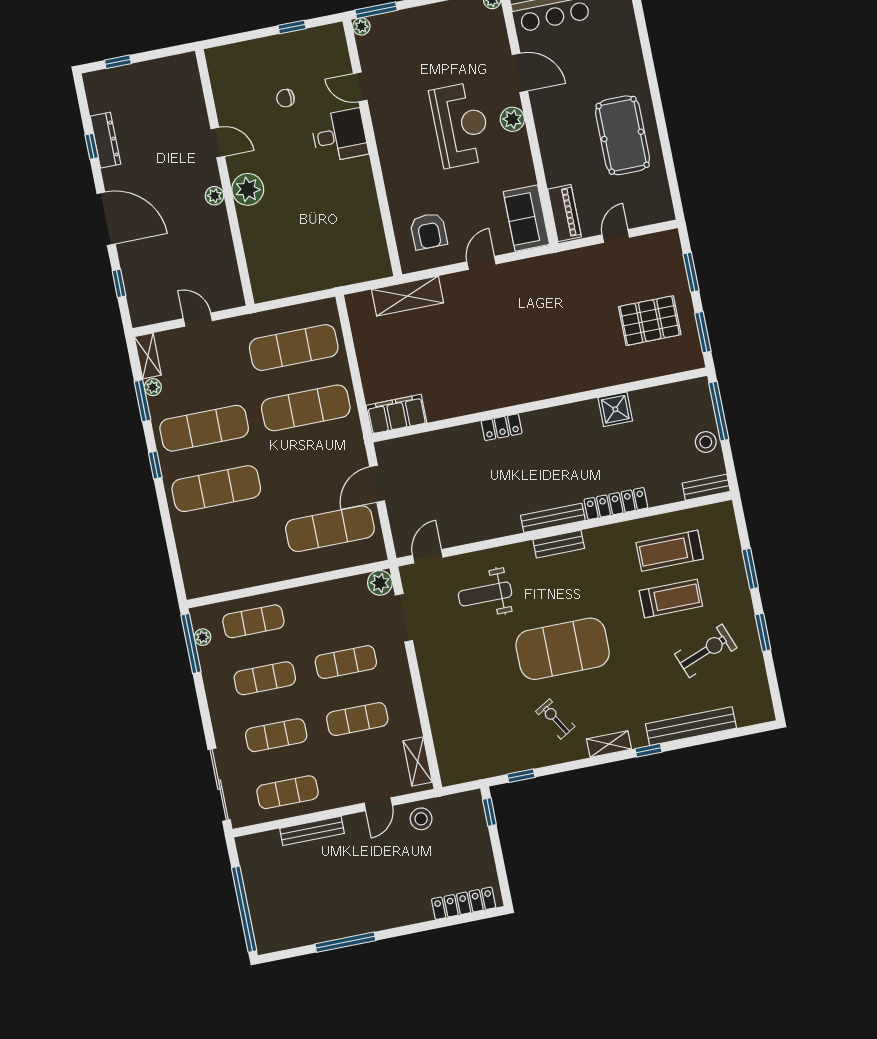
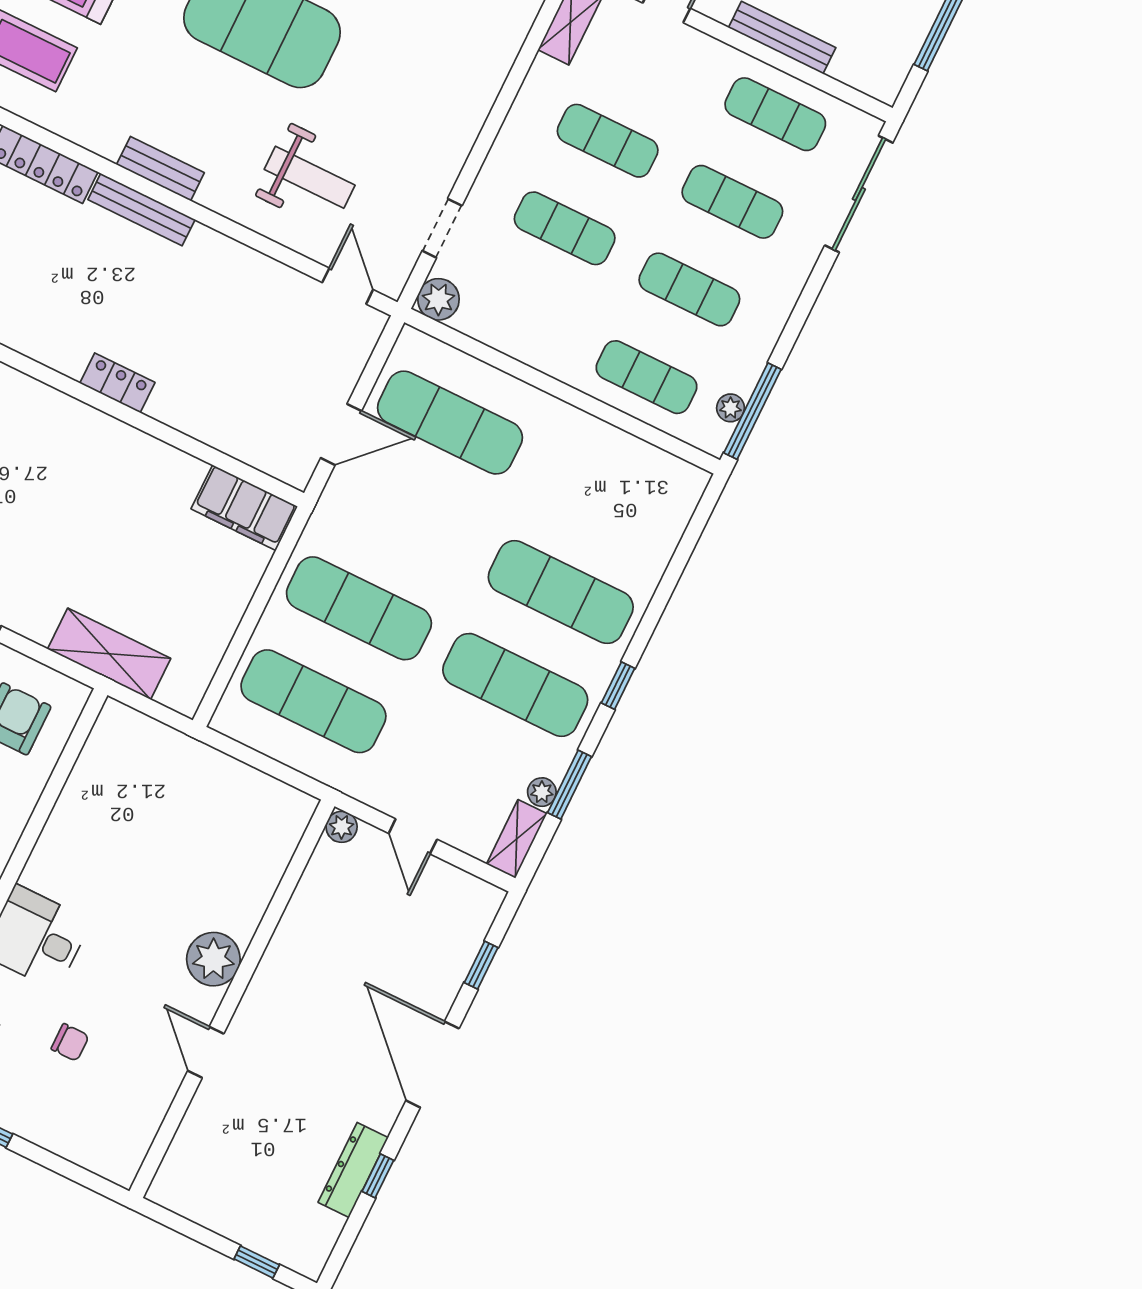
plant: (214, 196) -> (342, 827), moved
door: (428, 556) -> (348, 286), swing flipped
doorway: (404, 618) -> (442, 228), width x0.73

